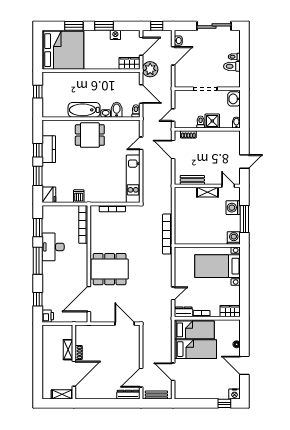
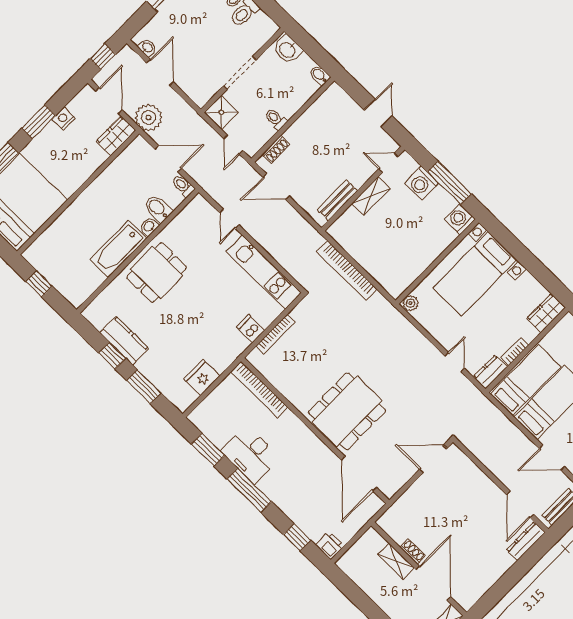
shower: (212, 121) -> (221, 112), moved
fridge: (49, 195) -> (202, 378), moved, turned -90
dishwasher: (79, 196) -> (251, 329), moved
bookcase: (167, 234) -> (347, 270), moved
plant: (179, 251) -> (410, 303), added

